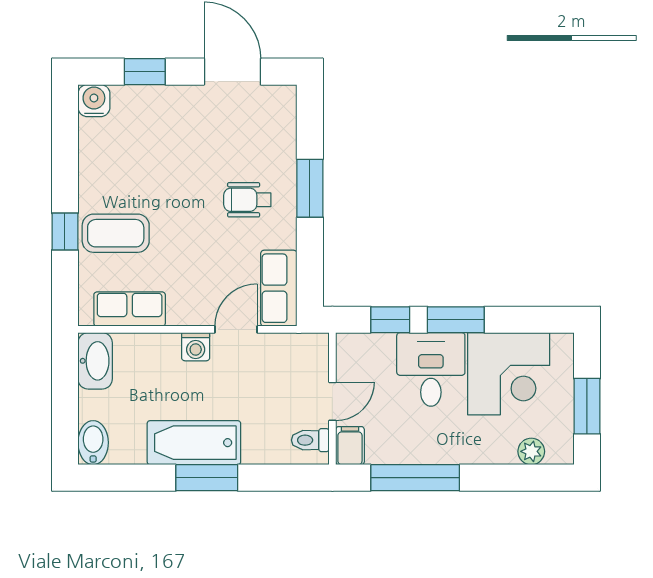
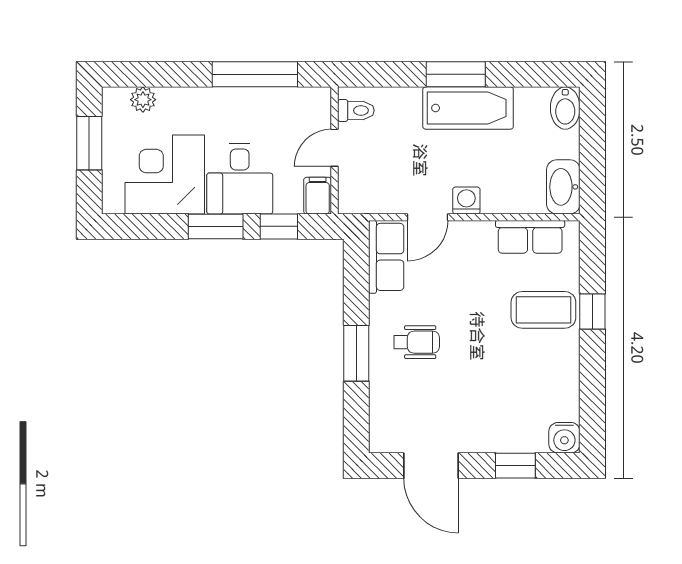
filing cabinet: (350, 446) -> (318, 196), moved, turned 180

